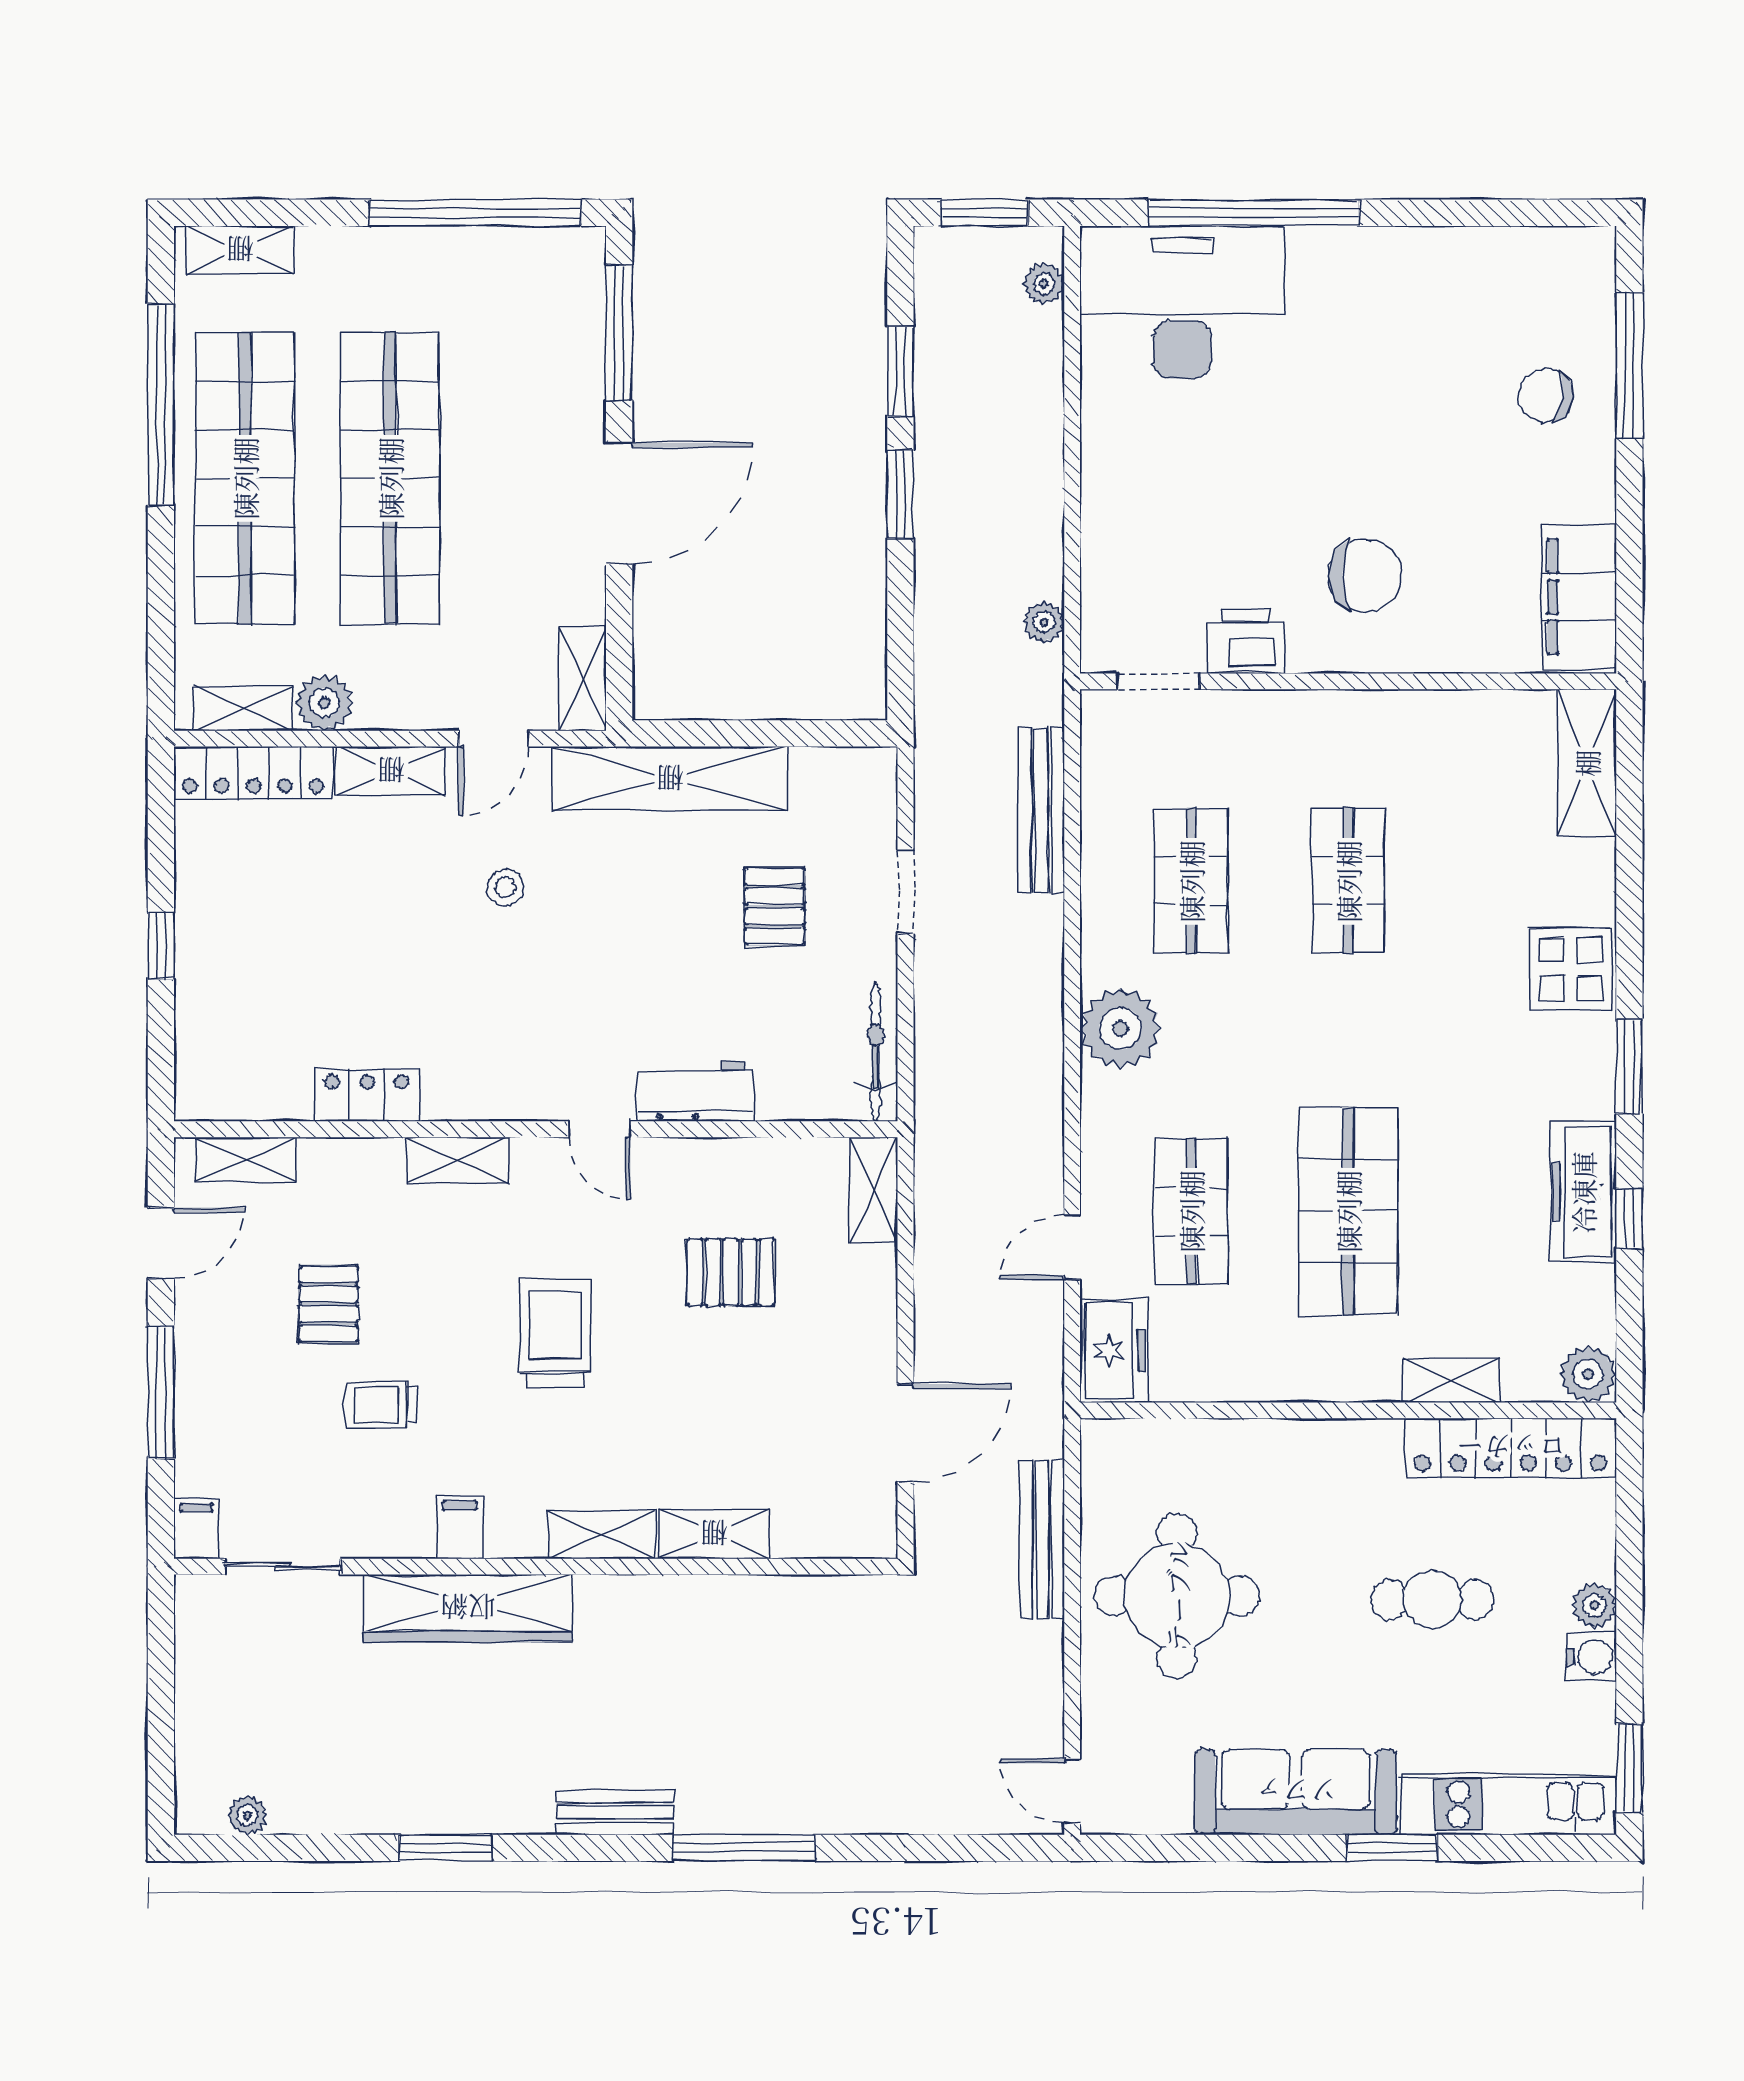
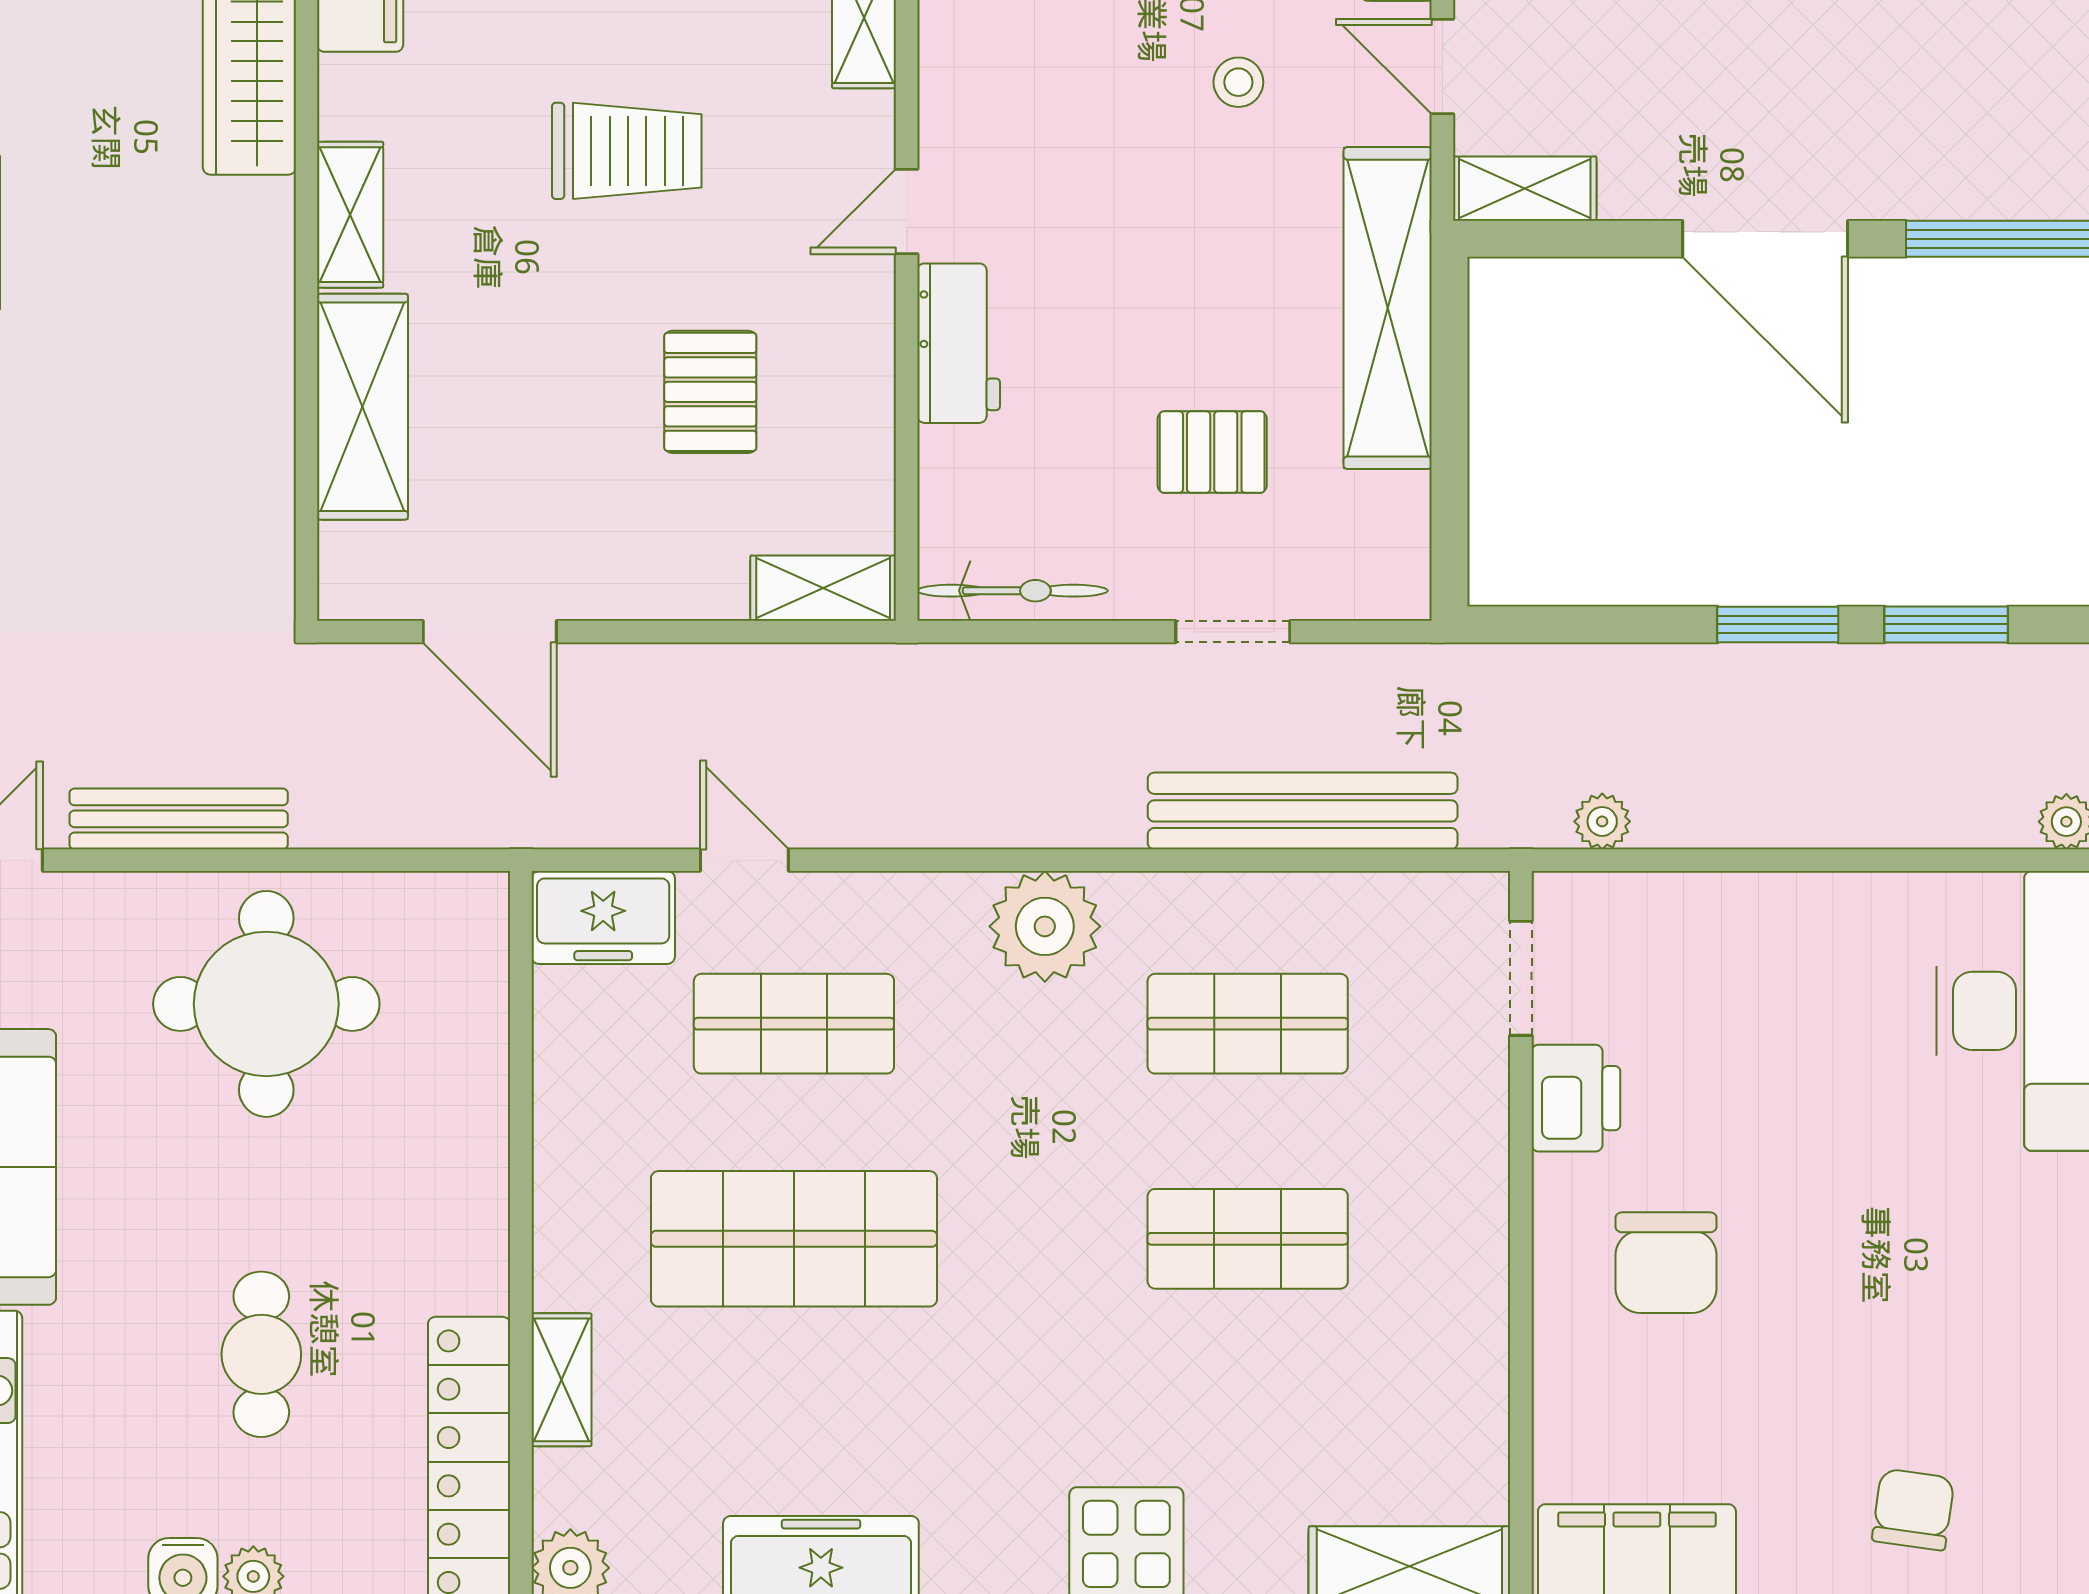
bench: (1041, 810) -> (1303, 811), width x1.37, depth x1.21
shelving: (714, 1534) -> (362, 407), width x1.50, depth x1.33
bench: (1042, 1540) -> (179, 819), moved

